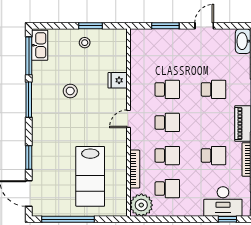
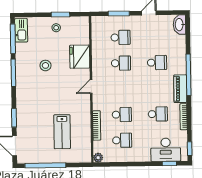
fridge: (118, 80) -> (80, 57), width x1.88, depth x1.34
school desk: (167, 122) -> (121, 37), moved
lab bench: (90, 176) -> (62, 132), width x0.73, depth x0.72
plant: (141, 205) -> (98, 158), width x0.53, depth x0.53

